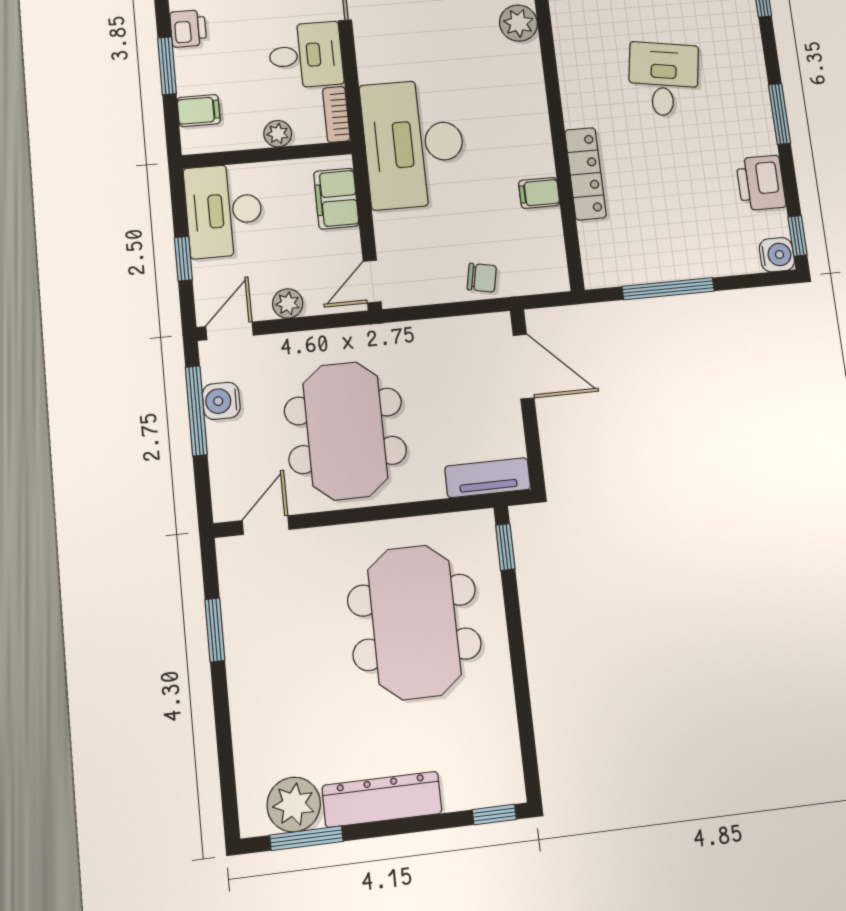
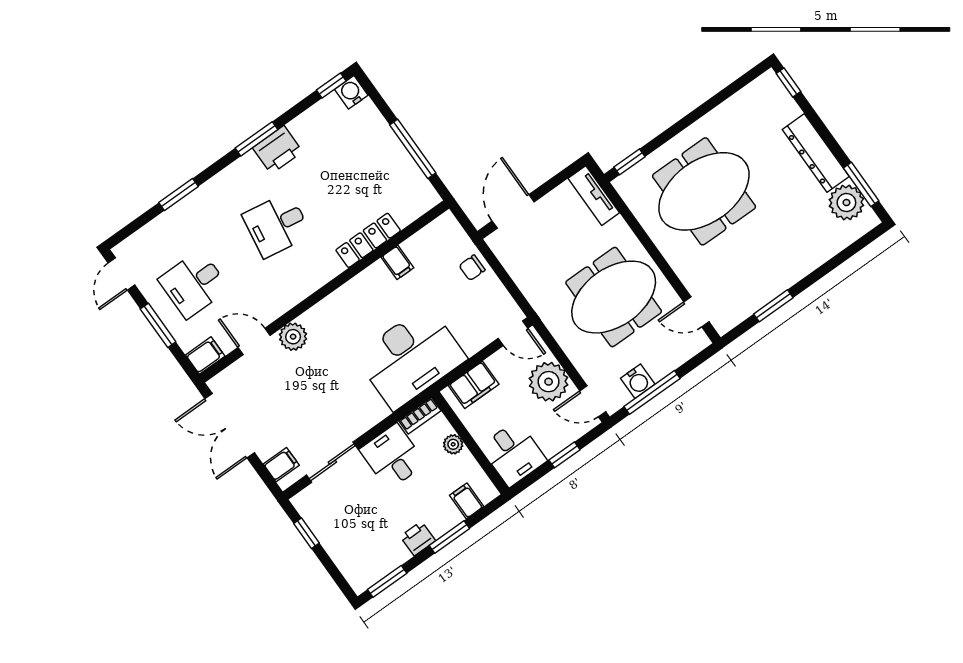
printer: (761, 183) -> (278, 150), moved
desk: (224, 211) -> (513, 453), width x0.73
chair: (482, 278) -> (472, 268), turned -101
plant: (288, 303) -> (549, 382), width x1.88, depth x1.88

